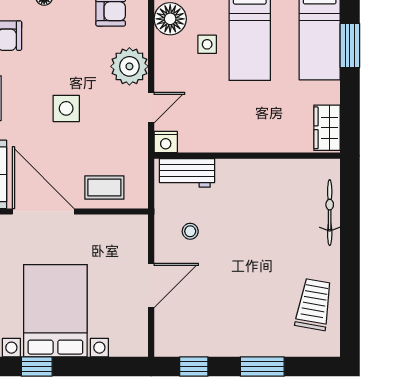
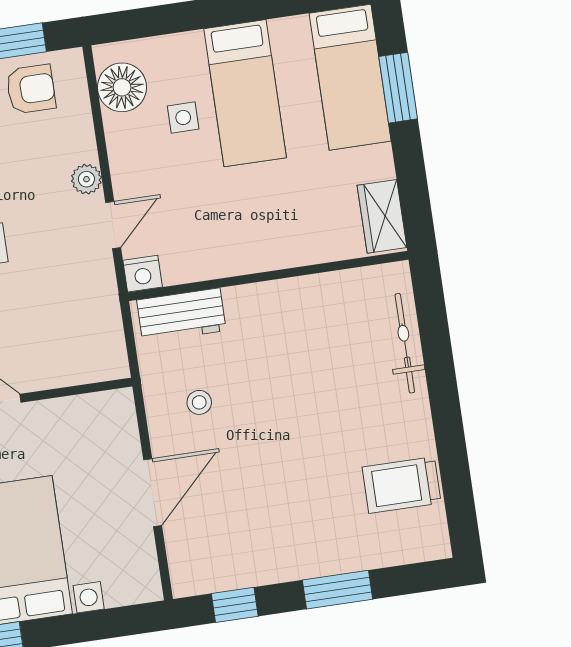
plant: (129, 66) -> (86, 179), width x0.53, depth x0.53
coffee table: (104, 188) -> (61, 356), removed
trolley: (314, 305) -> (402, 485), turned -100

